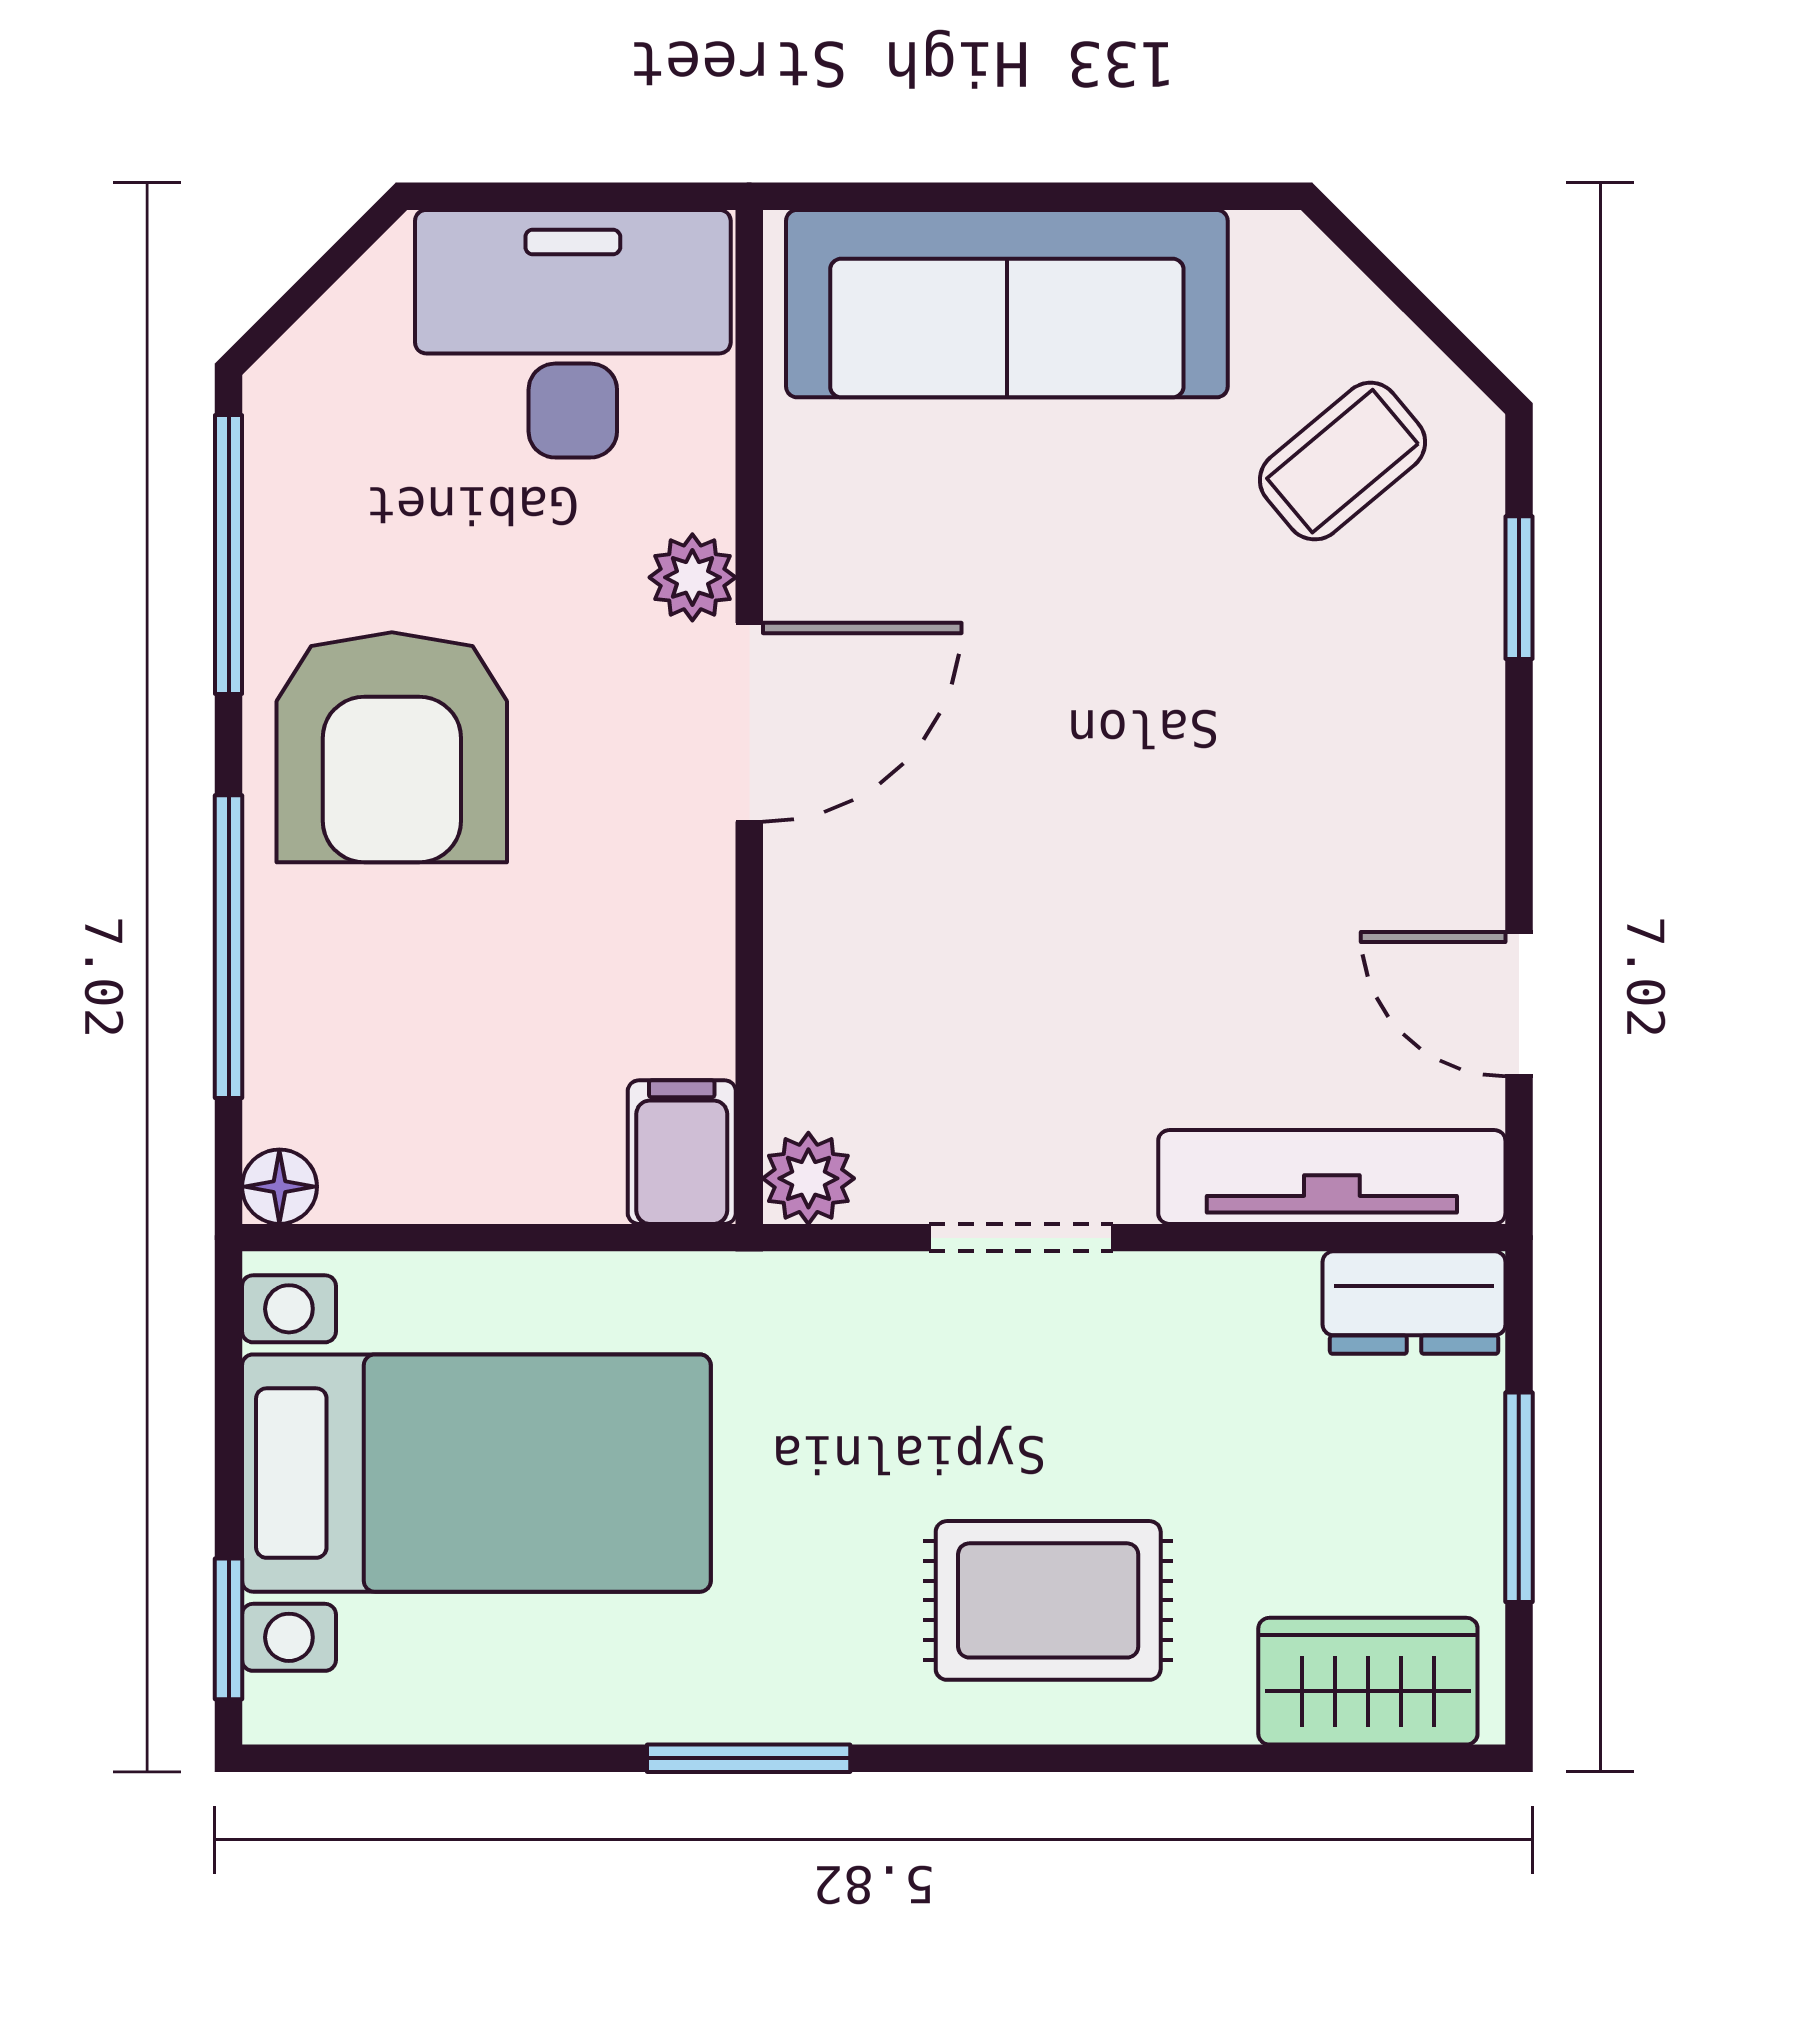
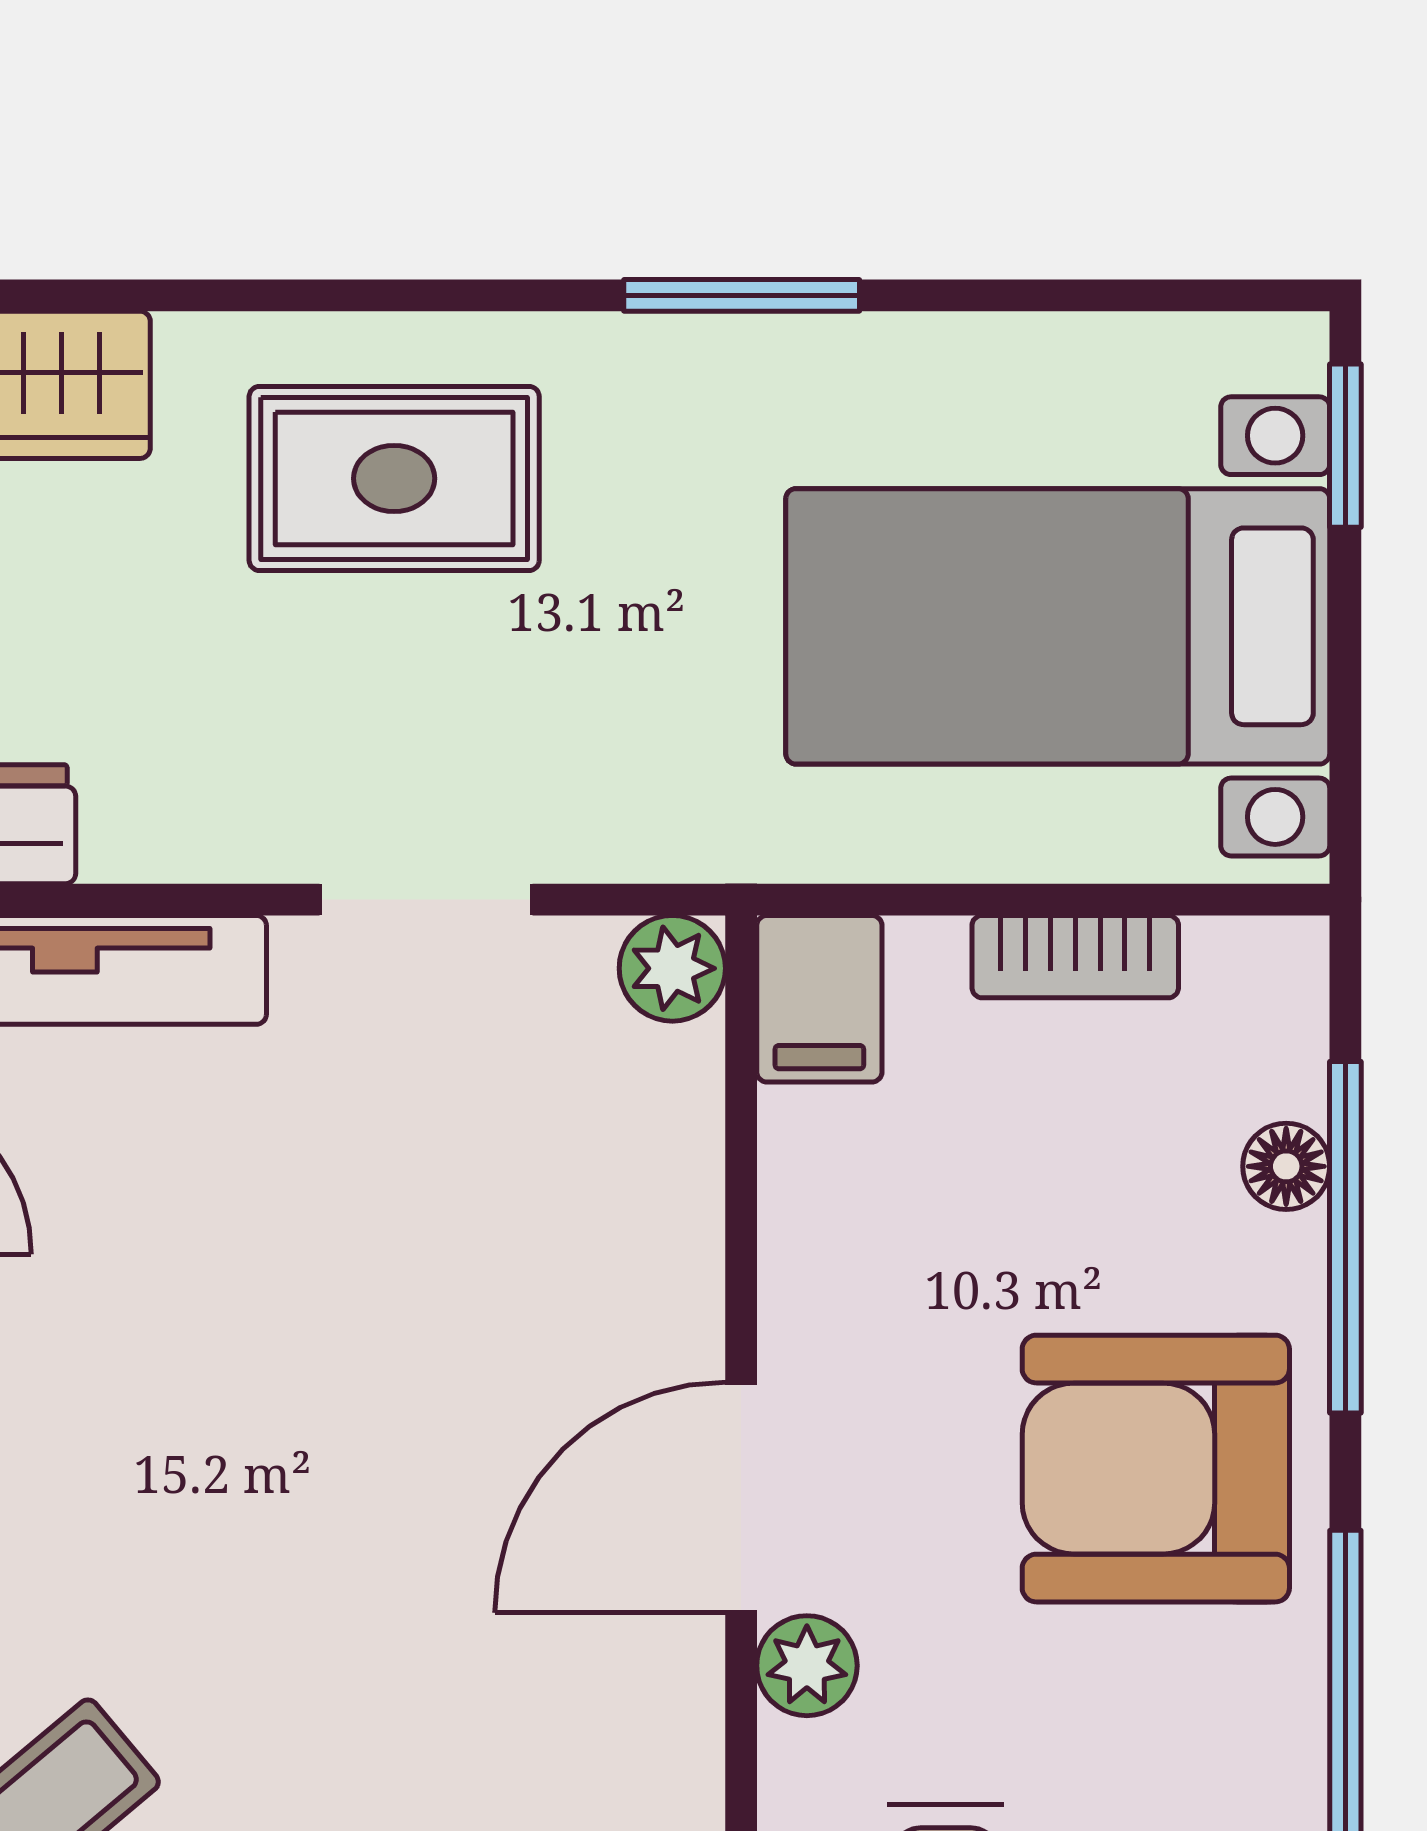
armchair: (392, 747) -> (1156, 1469), turned -90
floor lamp: (279, 1187) -> (1286, 1166), moved
bookcase: (461, 1188) -> (1075, 957), added

